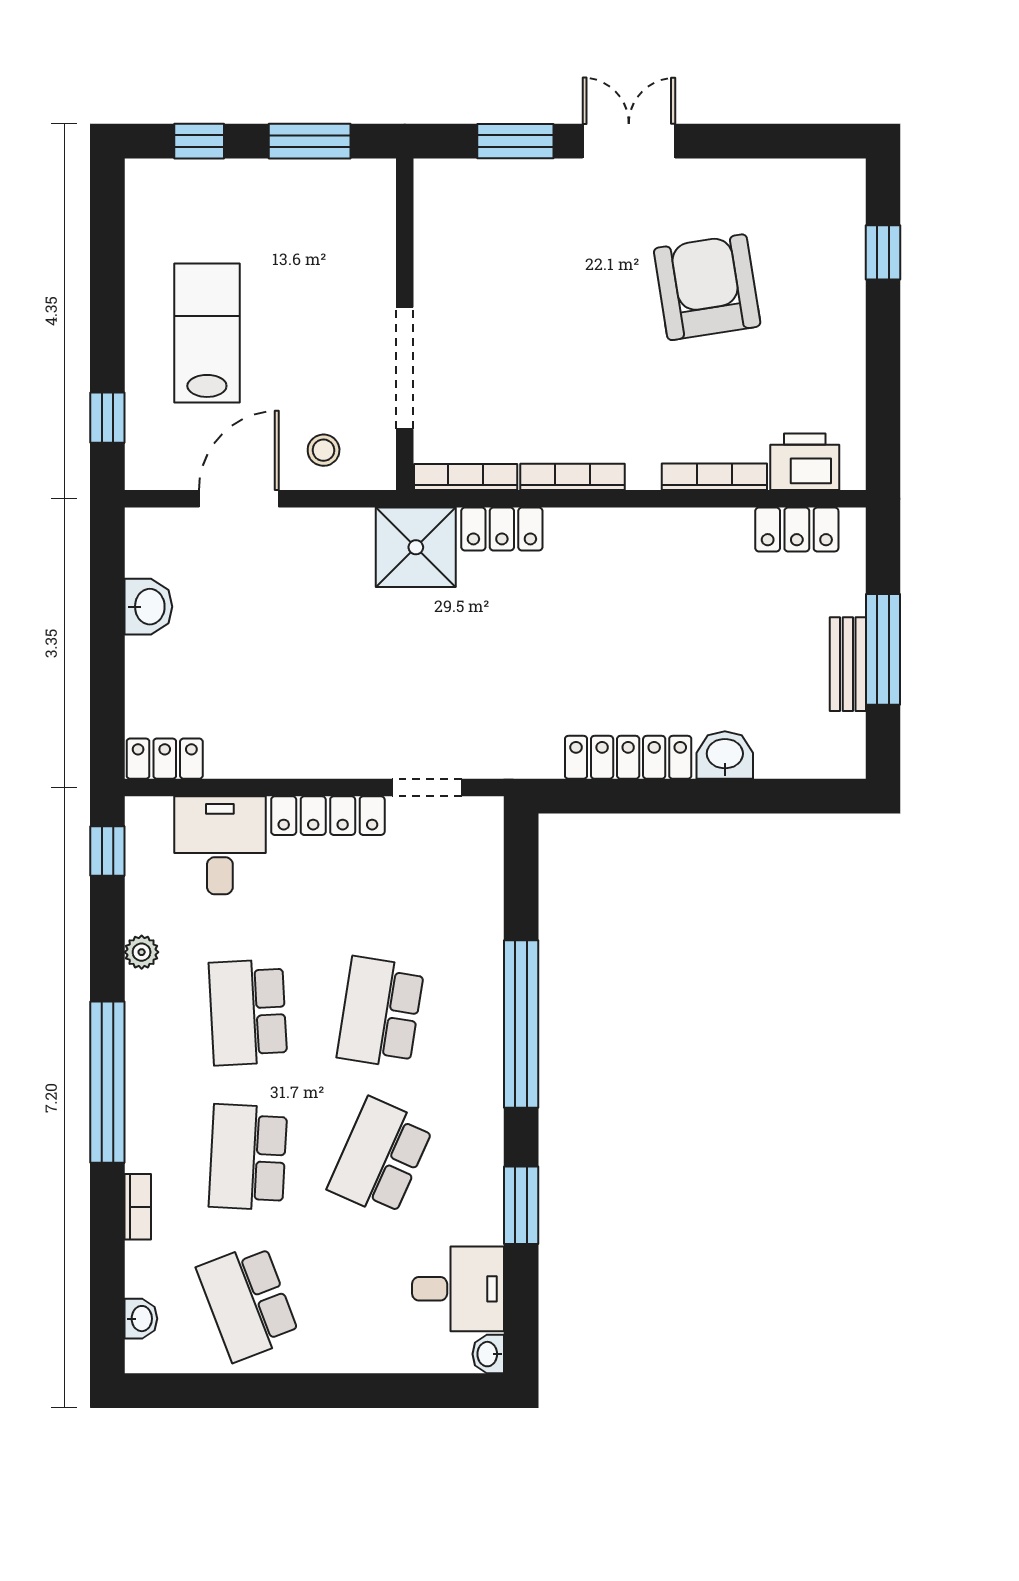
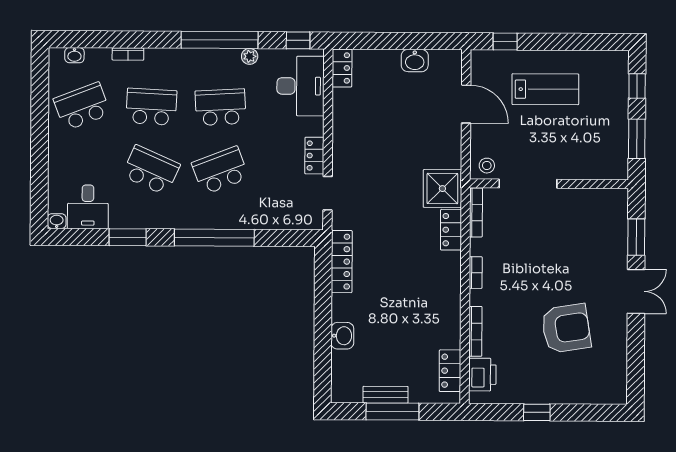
window: (883, 252) -> (537, 412), moved
stool: (324, 450) -> (487, 166), moved
bookcase: (573, 477) -> (476, 273), width x0.64
locker: (628, 757) -> (342, 262), moved
locker: (328, 816) -> (314, 156), width x0.66
desk: (220, 845) -> (301, 86), width x1.37
school desk: (381, 1012) -> (220, 170), turned -30
window: (107, 1082) -> (220, 40), moved

